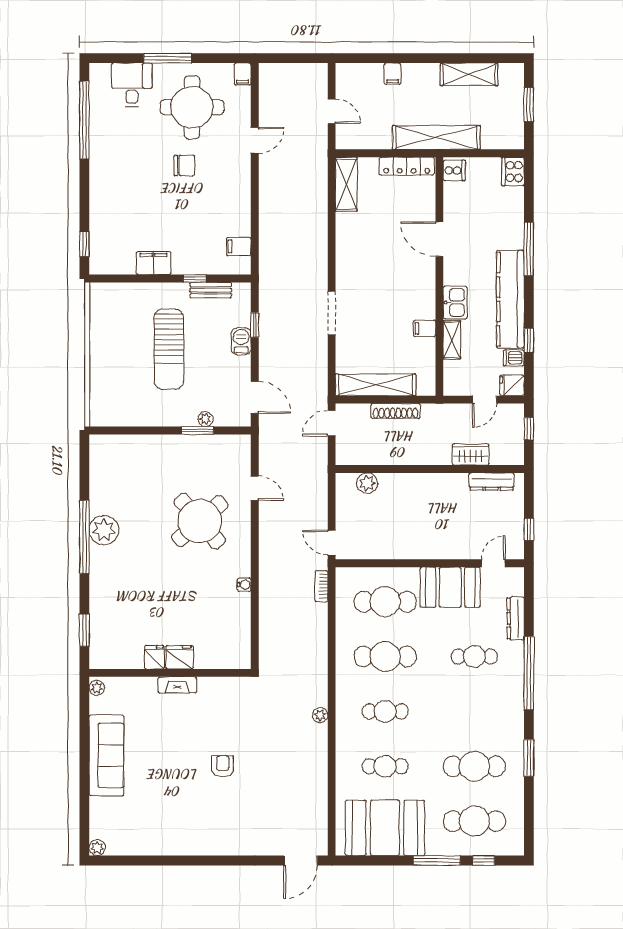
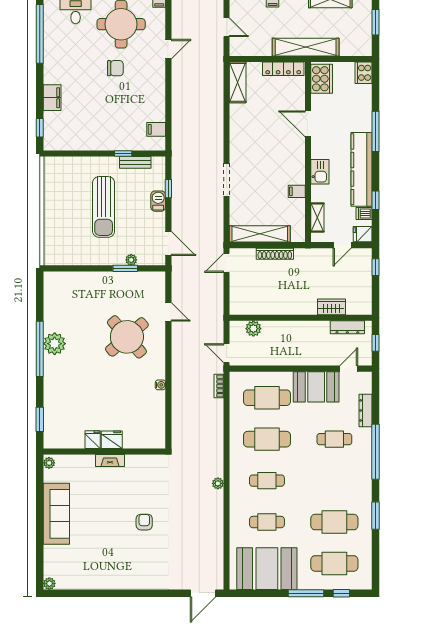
cooker: (454, 170) -> (322, 79), width x1.87, depth x1.31
filing cabinet: (153, 263) -> (52, 98), moved, turned 90
shelving: (452, 340) -> (317, 217), moved
wardrobe: (470, 454) -> (331, 307), moved
wall: (430, 469) -> (301, 318), moved
dresser: (492, 482) -> (347, 327), moved
plant: (367, 483) -> (253, 329), moved

